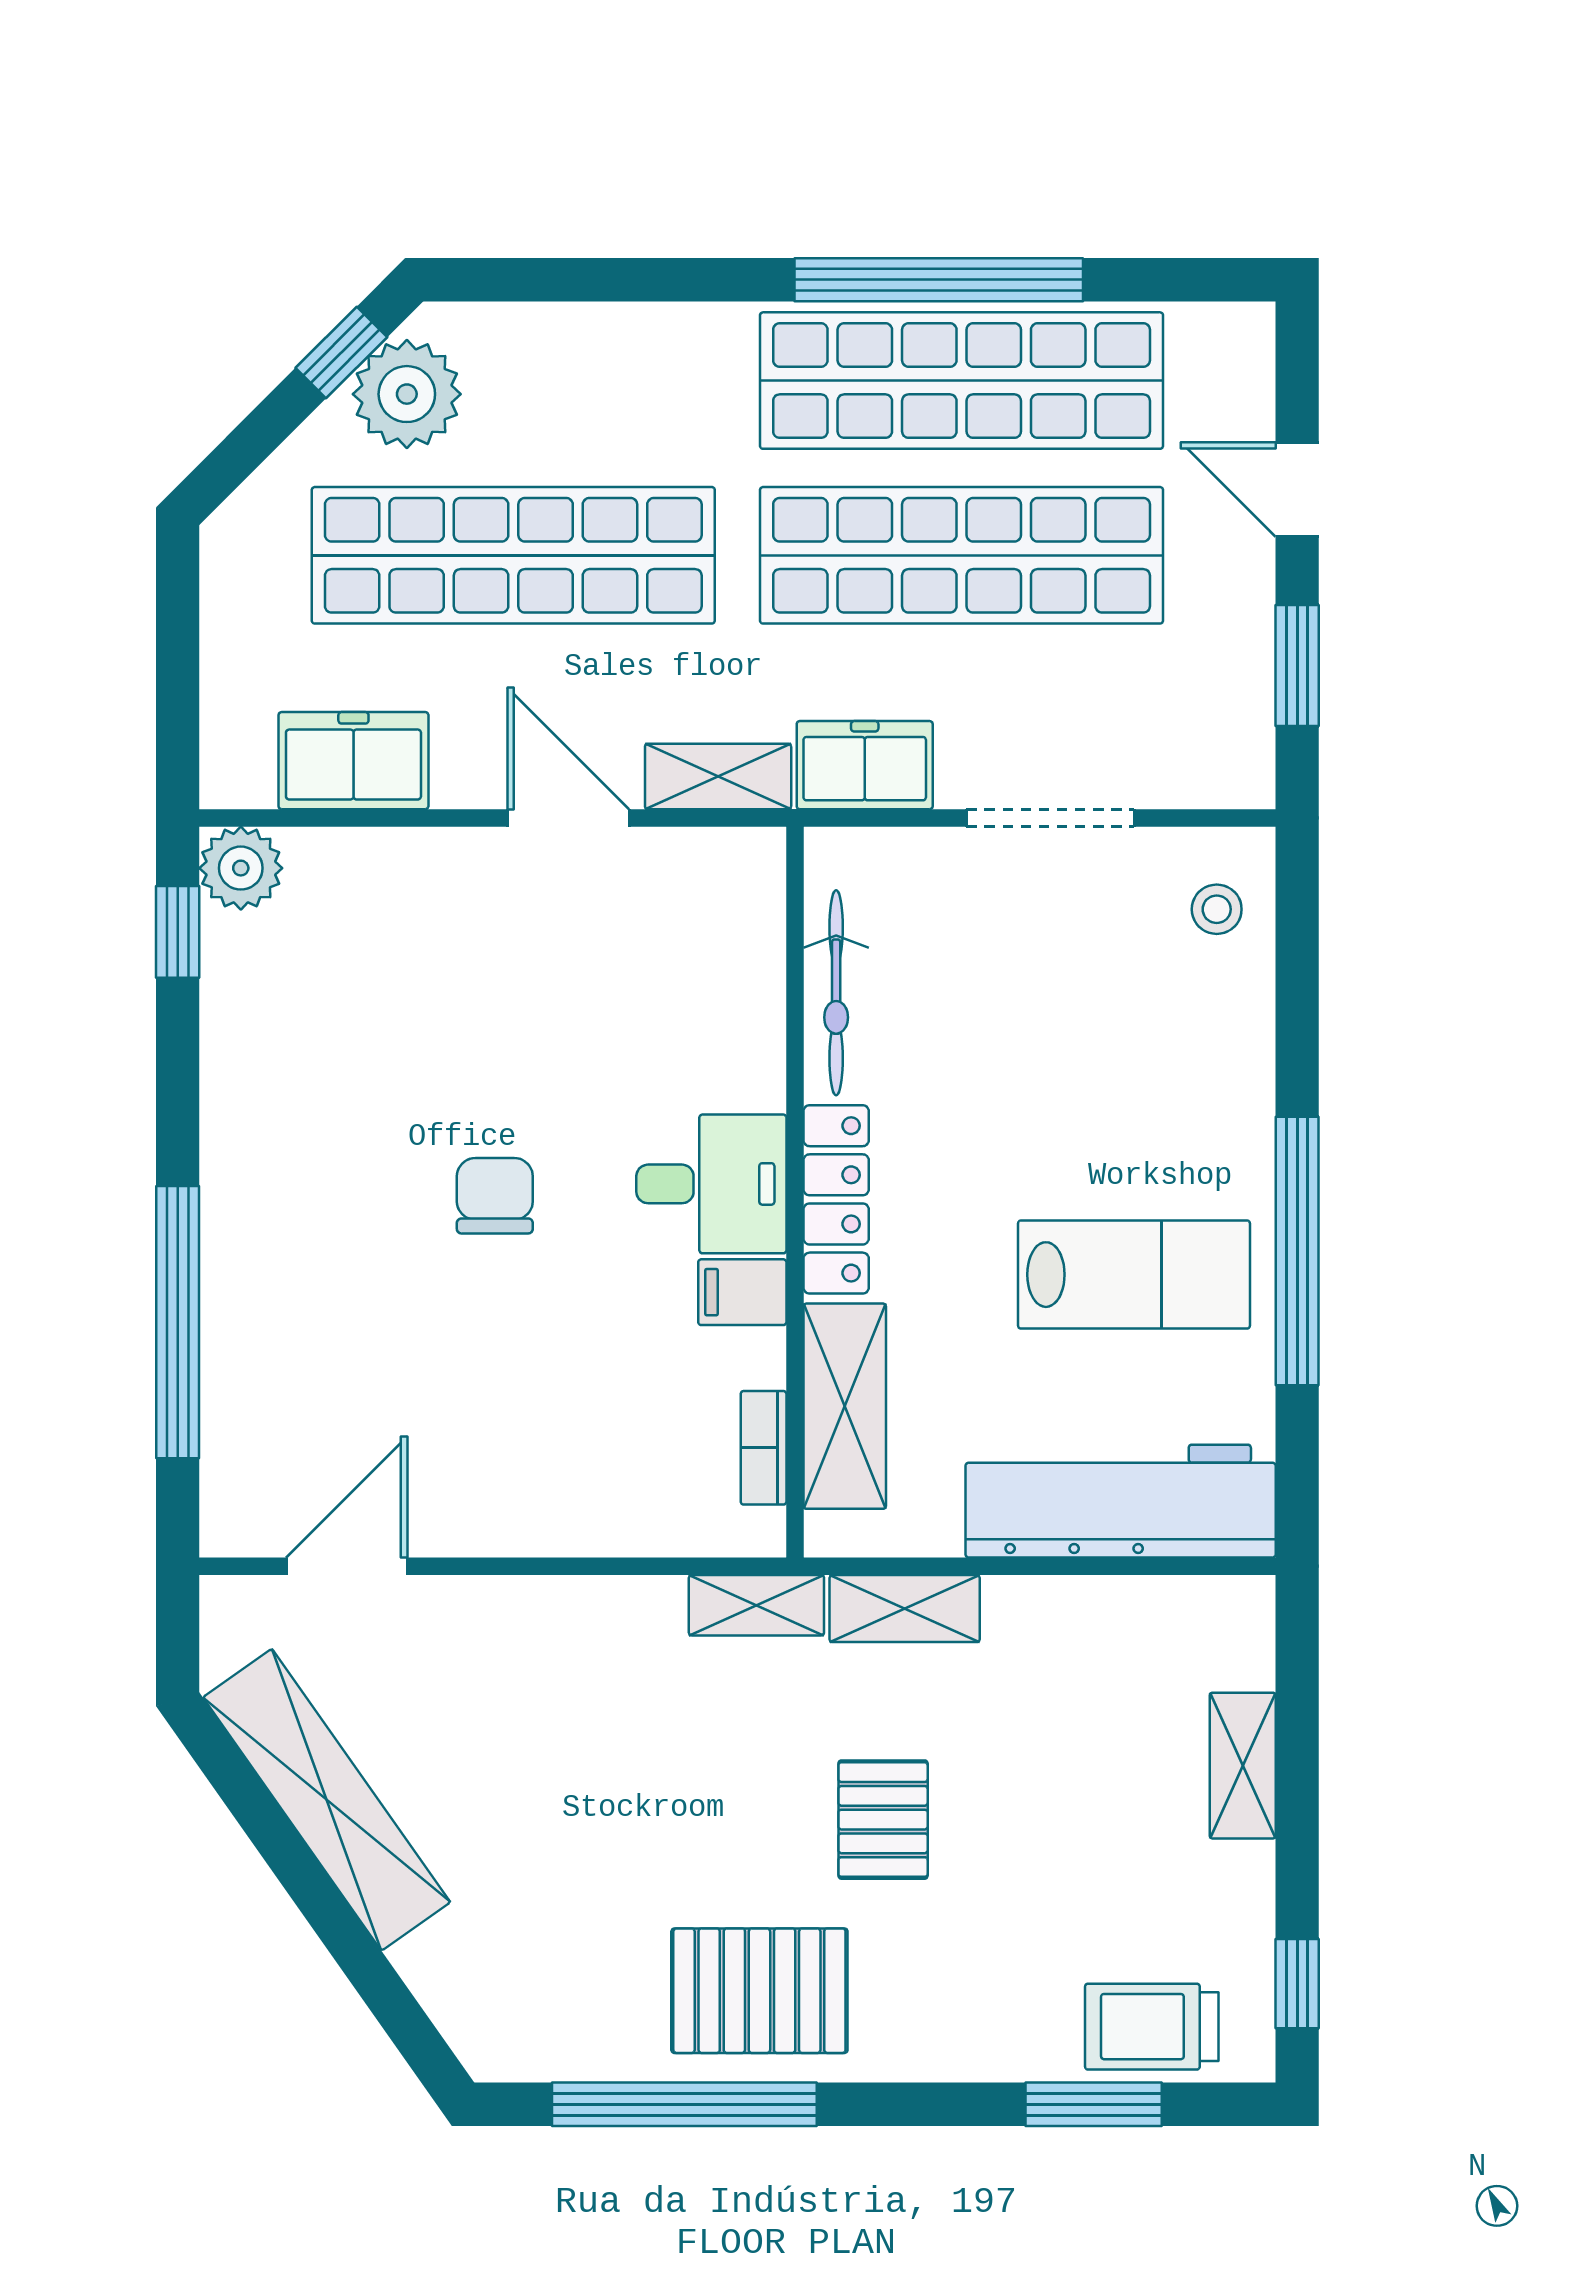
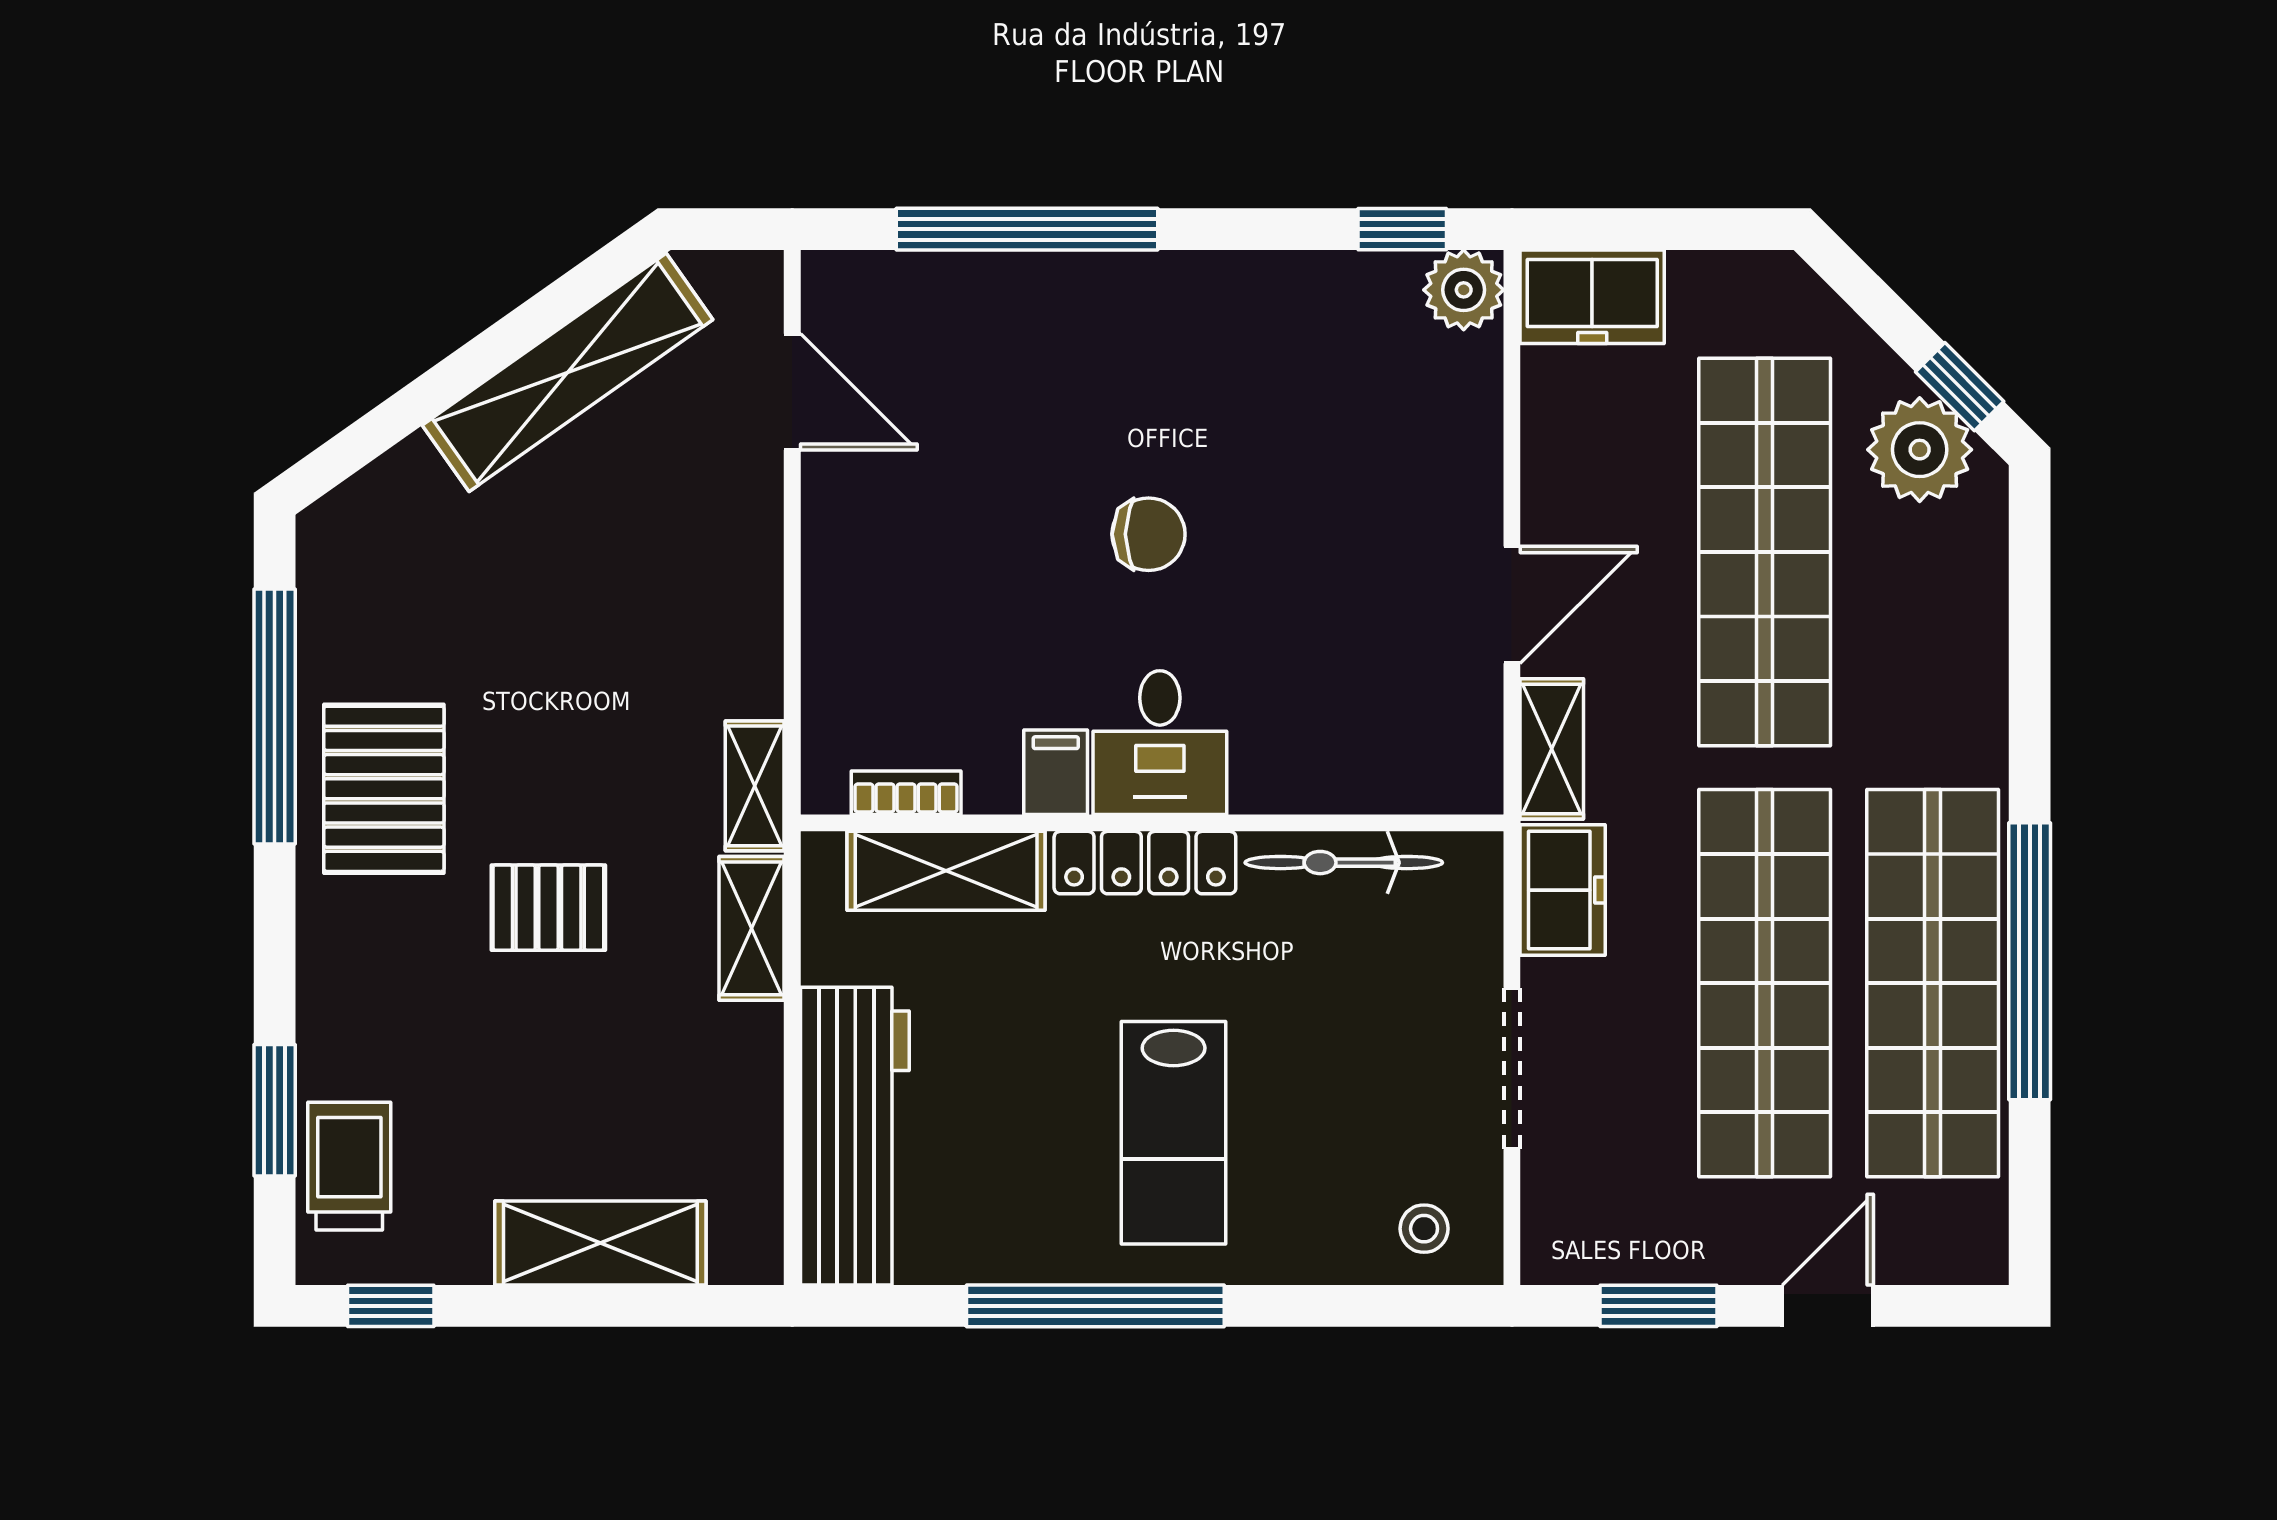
freezer: (353, 761) -> (1592, 297), moved, turned 90
lab bench: (1134, 1275) -> (1174, 1133), moved
shelving: (1243, 1766) -> (600, 1243), width x1.50, depth x1.33

